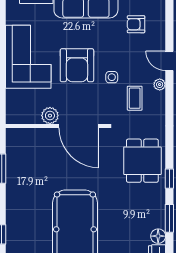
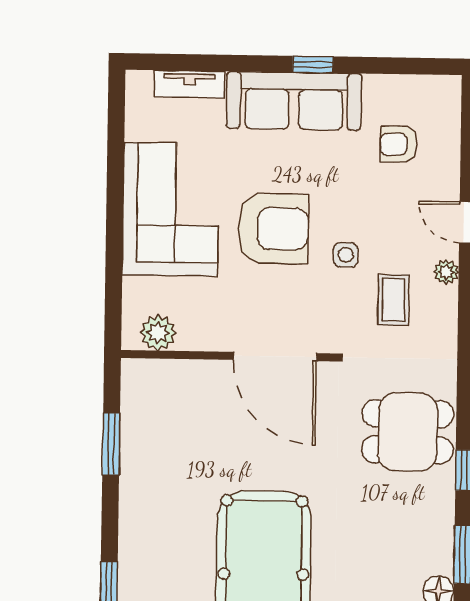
armchair: (77, 65) -> (273, 229), turned -90
plant: (50, 116) -> (158, 333), moved
dining table: (142, 161) -> (408, 432), turned 90

